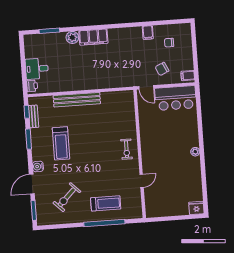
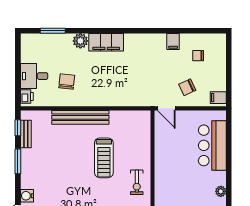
chair: (64, 71) -> (67, 82), added
bar counter: (176, 98) -> (212, 145), moved, turned 90
treadmill: (61, 143) -> (104, 158), moved

